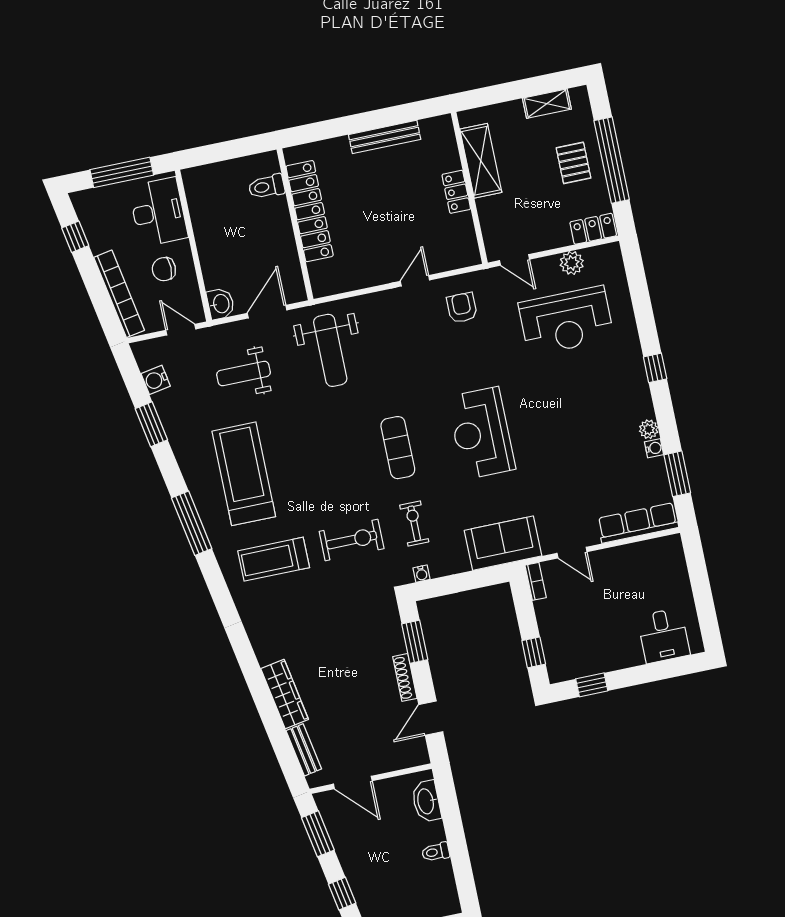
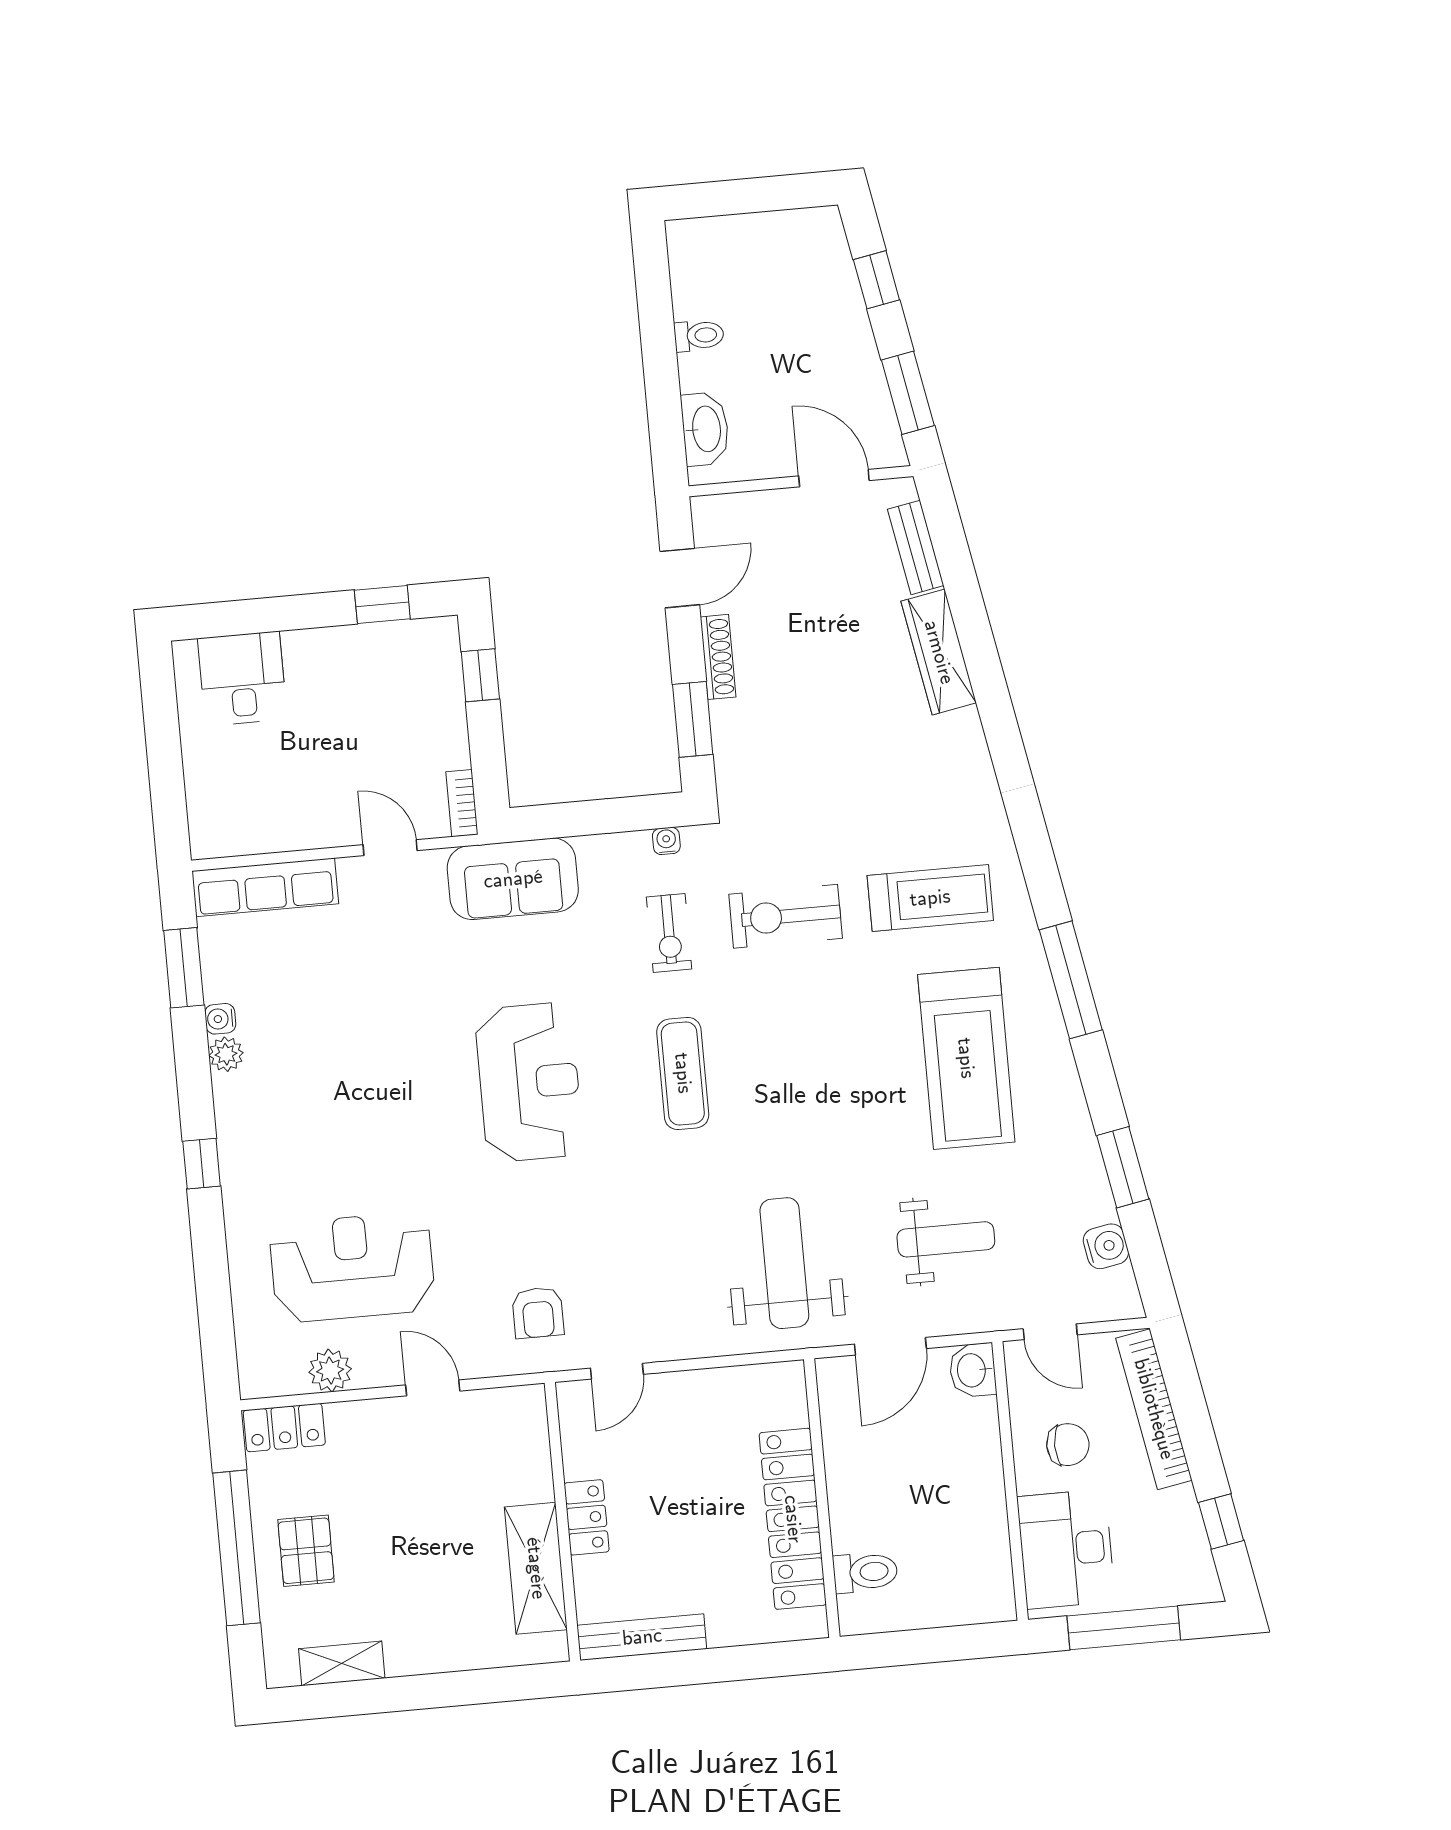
shelving: (481, 161) -> (536, 1568), moved
wall: (469, 188) -> (562, 1522), moved
locker: (456, 192) -> (587, 1517), moved

